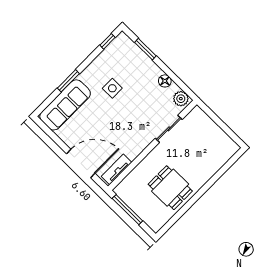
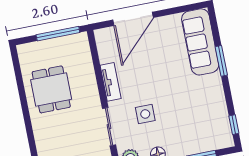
side table: (112, 88) -> (145, 114), moved
tv unit: (116, 169) -> (111, 82), moved
dining table: (170, 188) -> (51, 89), turned 90

